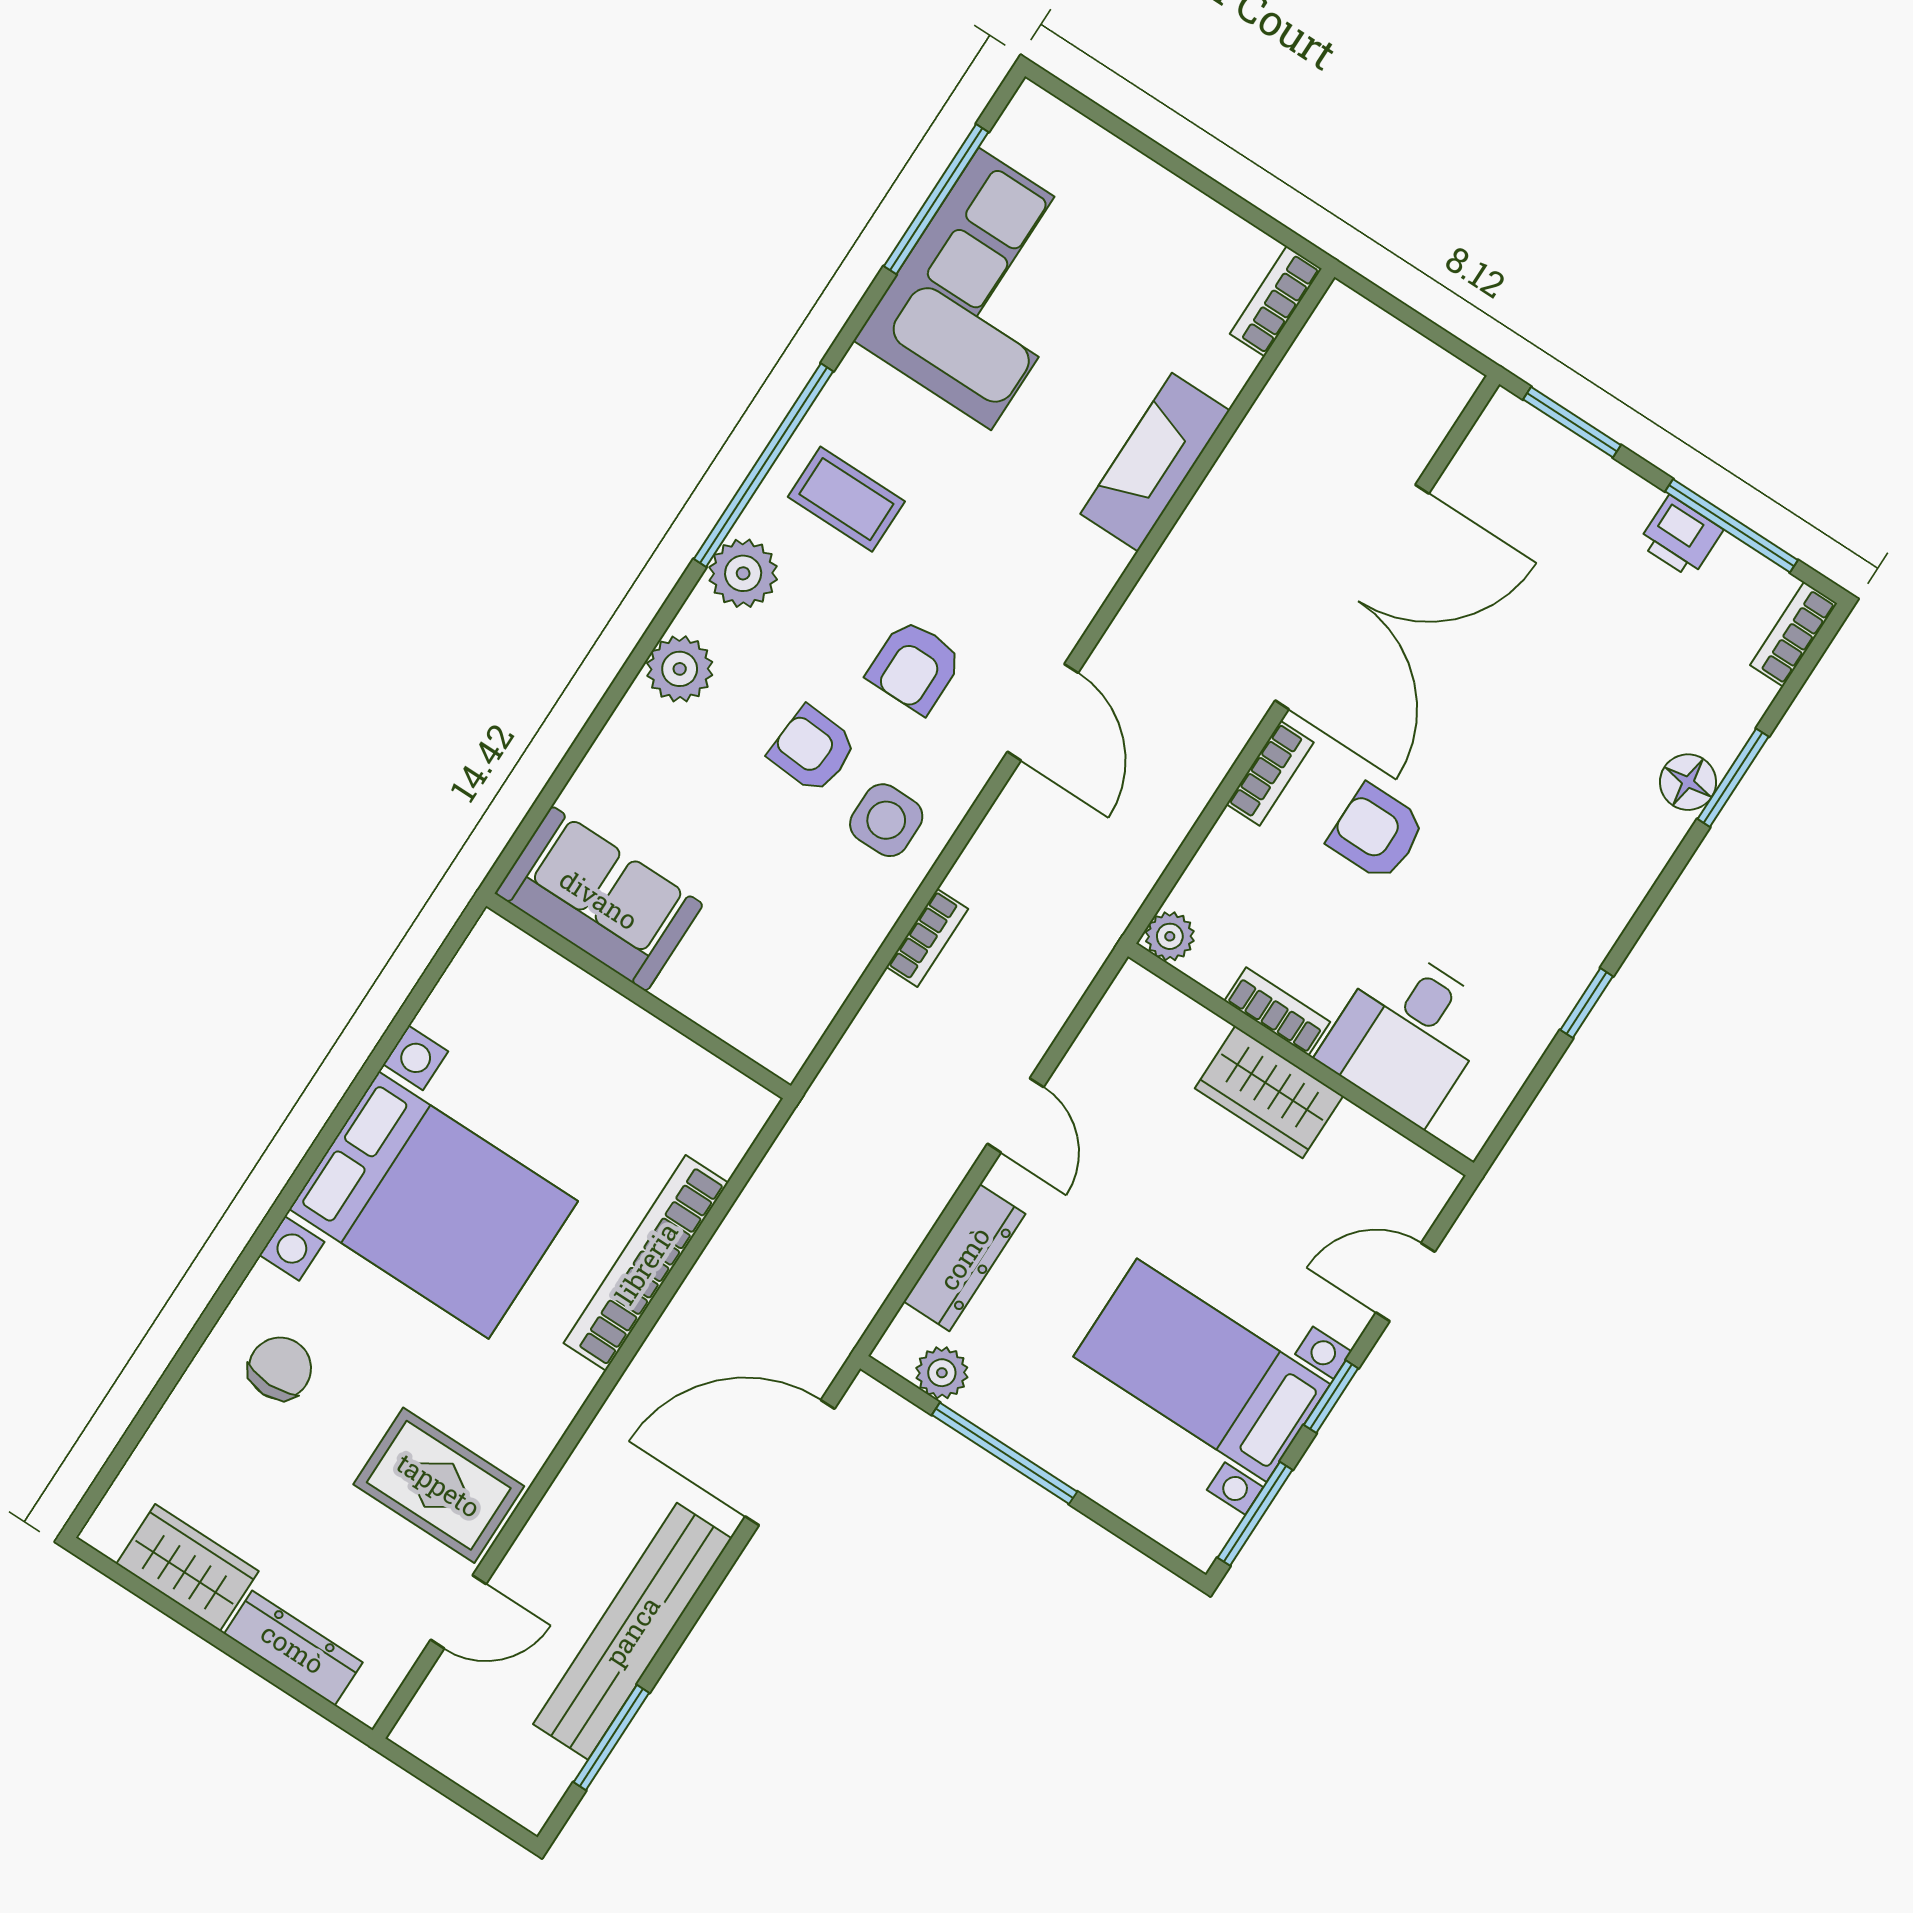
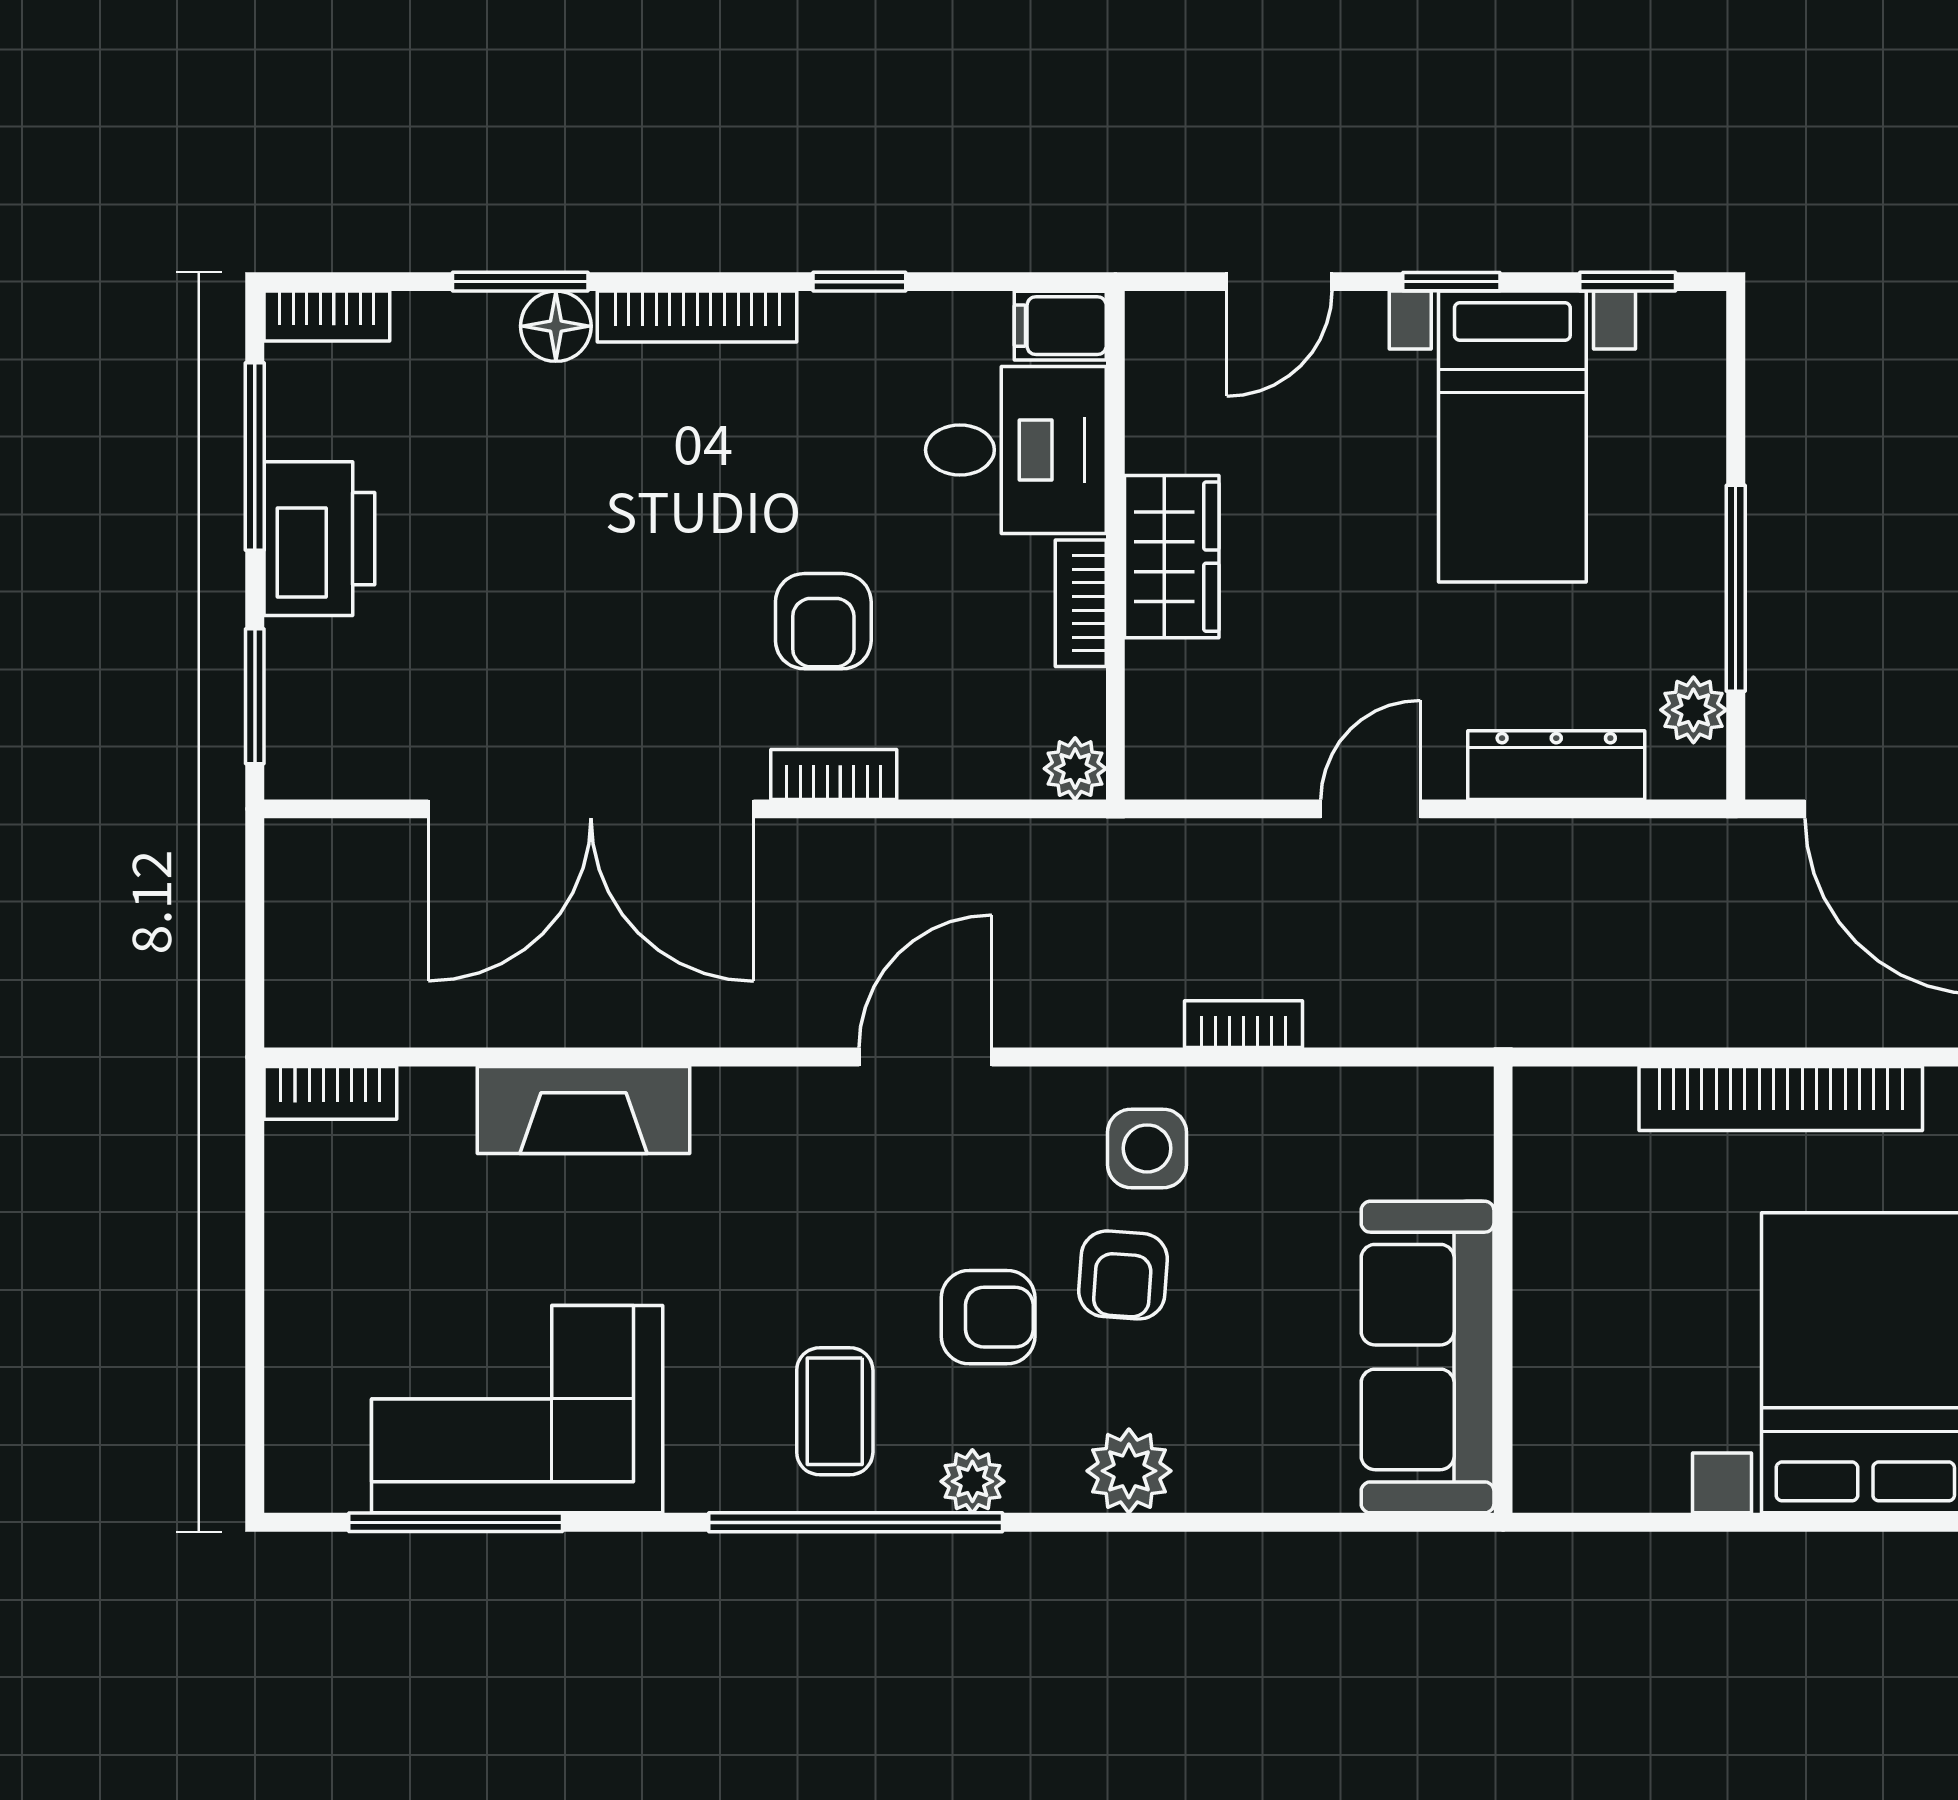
printer: (1680, 537) -> (319, 539), width x1.87, depth x1.48
plant: (743, 573) -> (972, 1481), width x0.73, depth x0.73
double door: (1352, 597) -> (591, 809), swing flipped
armchair: (915, 666) -> (988, 1317), moved
bookcase: (1634, 880) -> (697, 316), added
sofa: (599, 899) -> (1428, 1357), width x1.36
filing cabinet: (1471, 1118) -> (1060, 326), added
door: (1405, 1282) -> (1279, 282), hinge flipped
window: (1255, 1514) -> (1628, 282), width x0.67

